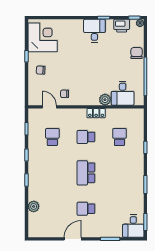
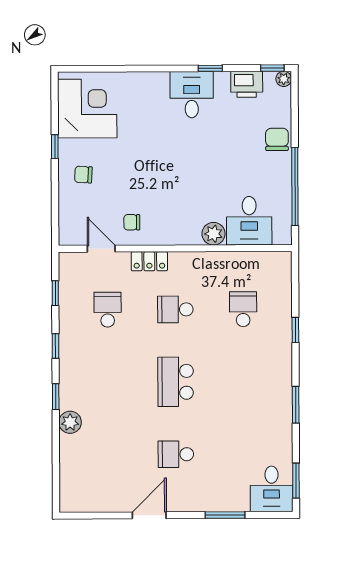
locker: (96, 113) -> (149, 261), moved
plant: (34, 206) -> (70, 422), moved

